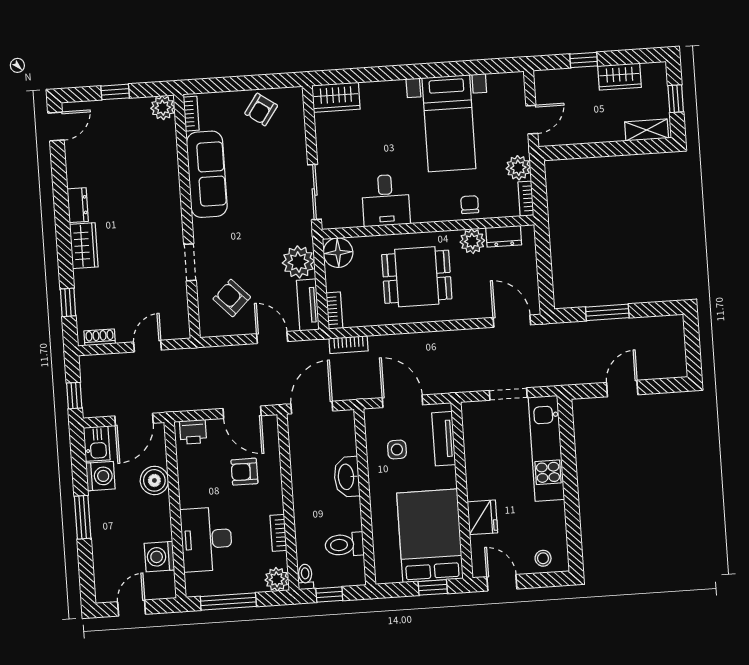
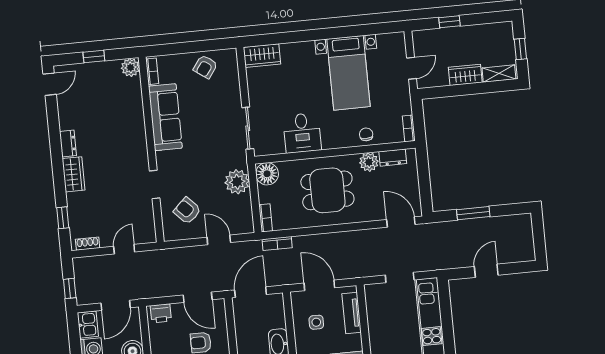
wardrobe: (620, 77) -> (465, 75), moved, turned 180
plant: (518, 168) -> (402, 105), removed
tv unit: (308, 305) -> (245, 214), removed

